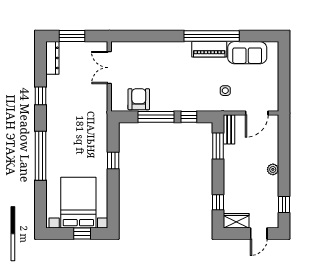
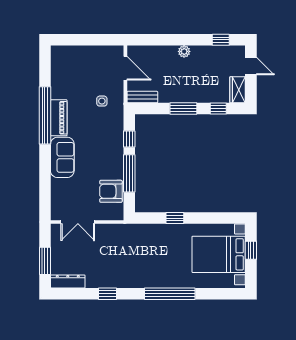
sofa: (247, 53) -> (62, 157), moved
window: (218, 146) -> (183, 109), moved

